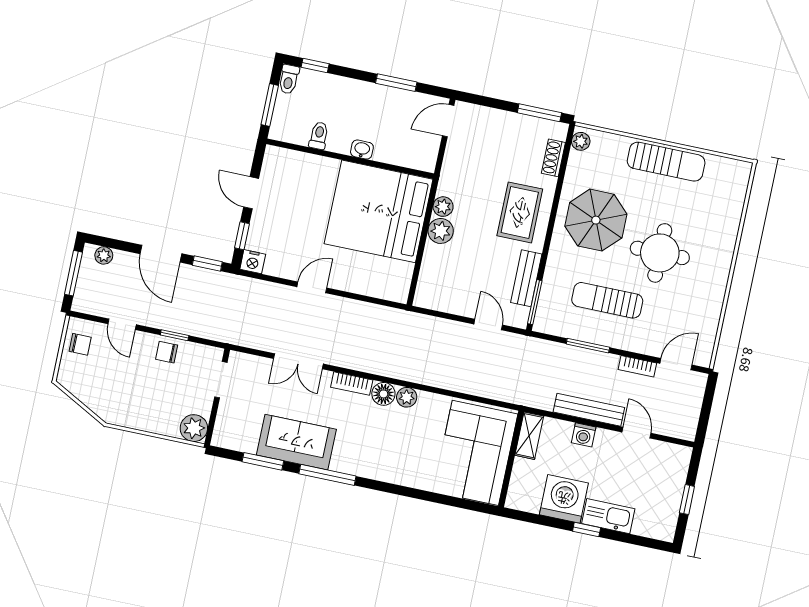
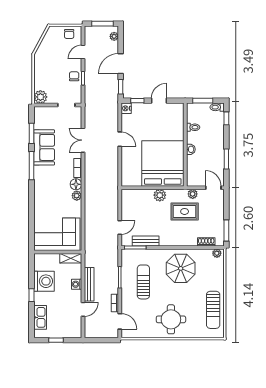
sun lounger: (666, 162) -> (213, 310), moved
plant: (443, 207) -> (193, 194), moved
rug: (520, 212) -> (185, 211), moved
round table: (660, 253) -> (171, 319), moved
kitchen sink: (608, 516) -> (40, 317), moved

